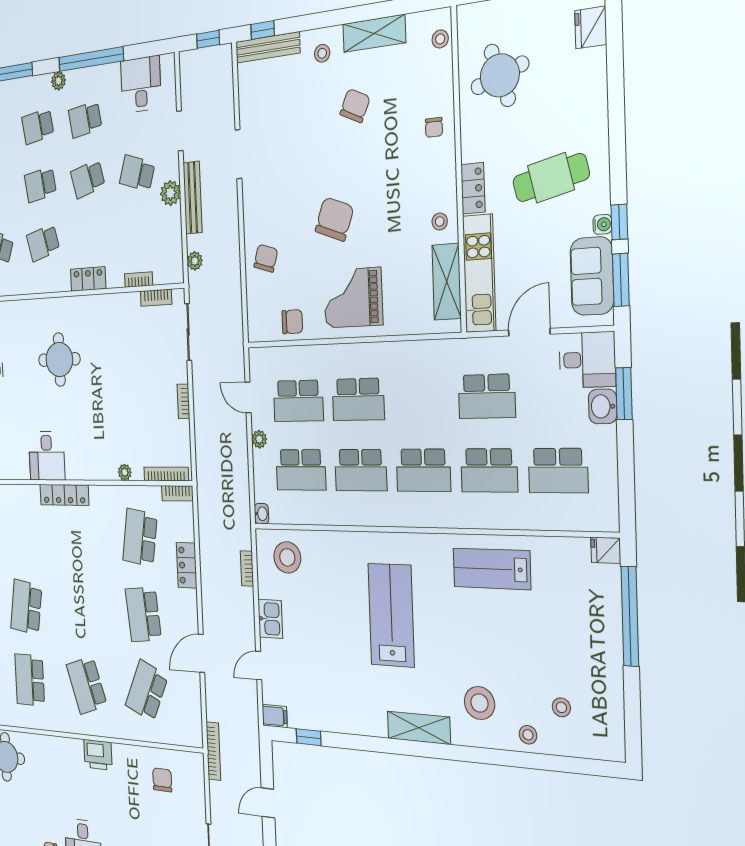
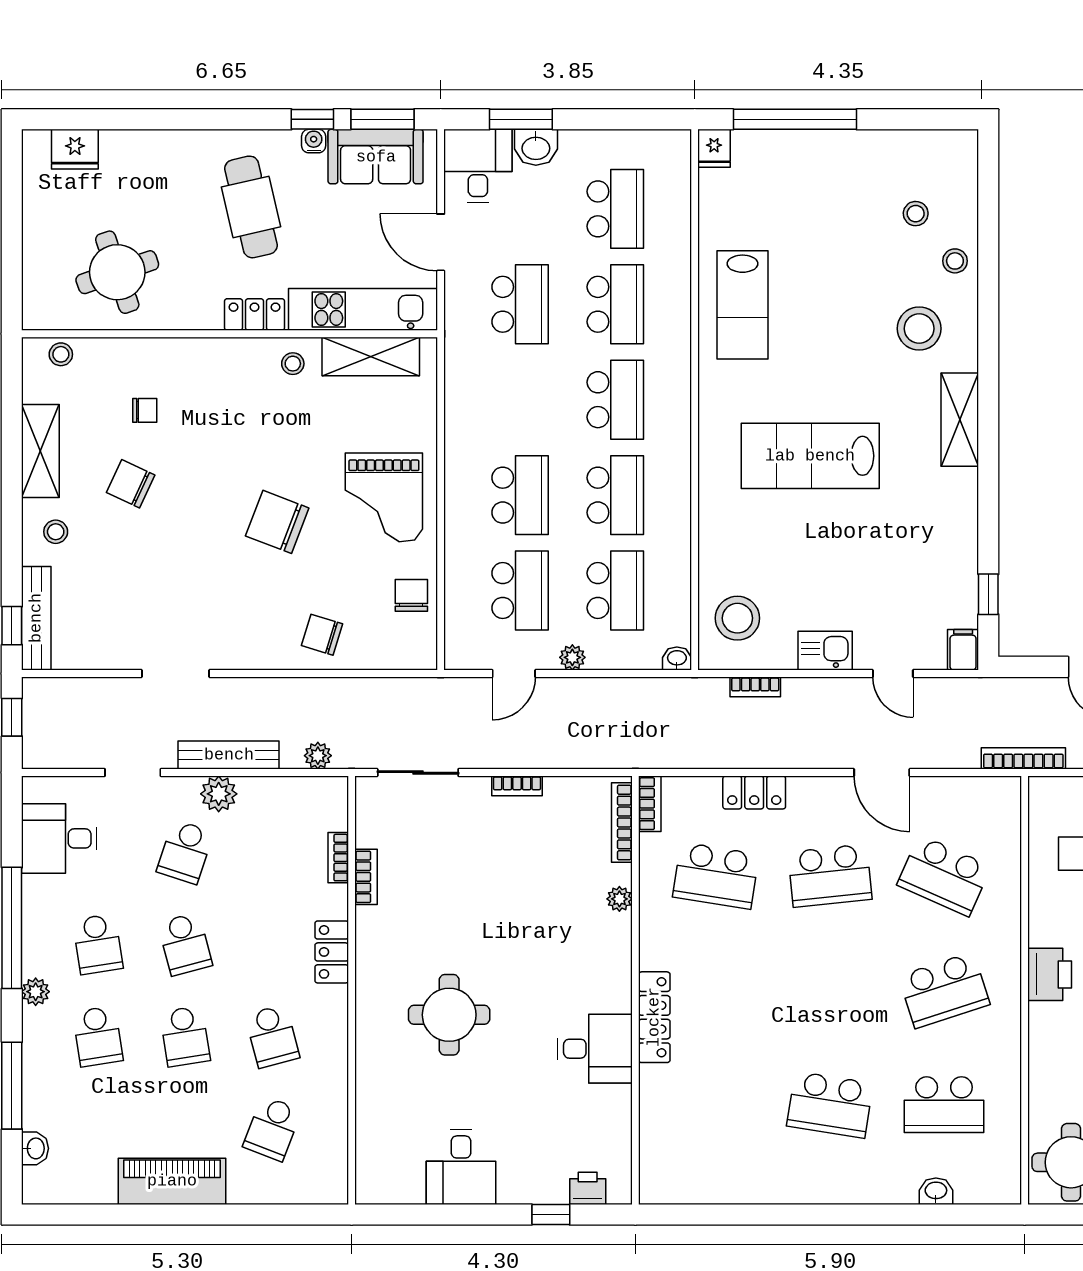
chair: (434, 127) -> (145, 410), moved
bookcase: (156, 298) -> (366, 877), moved

